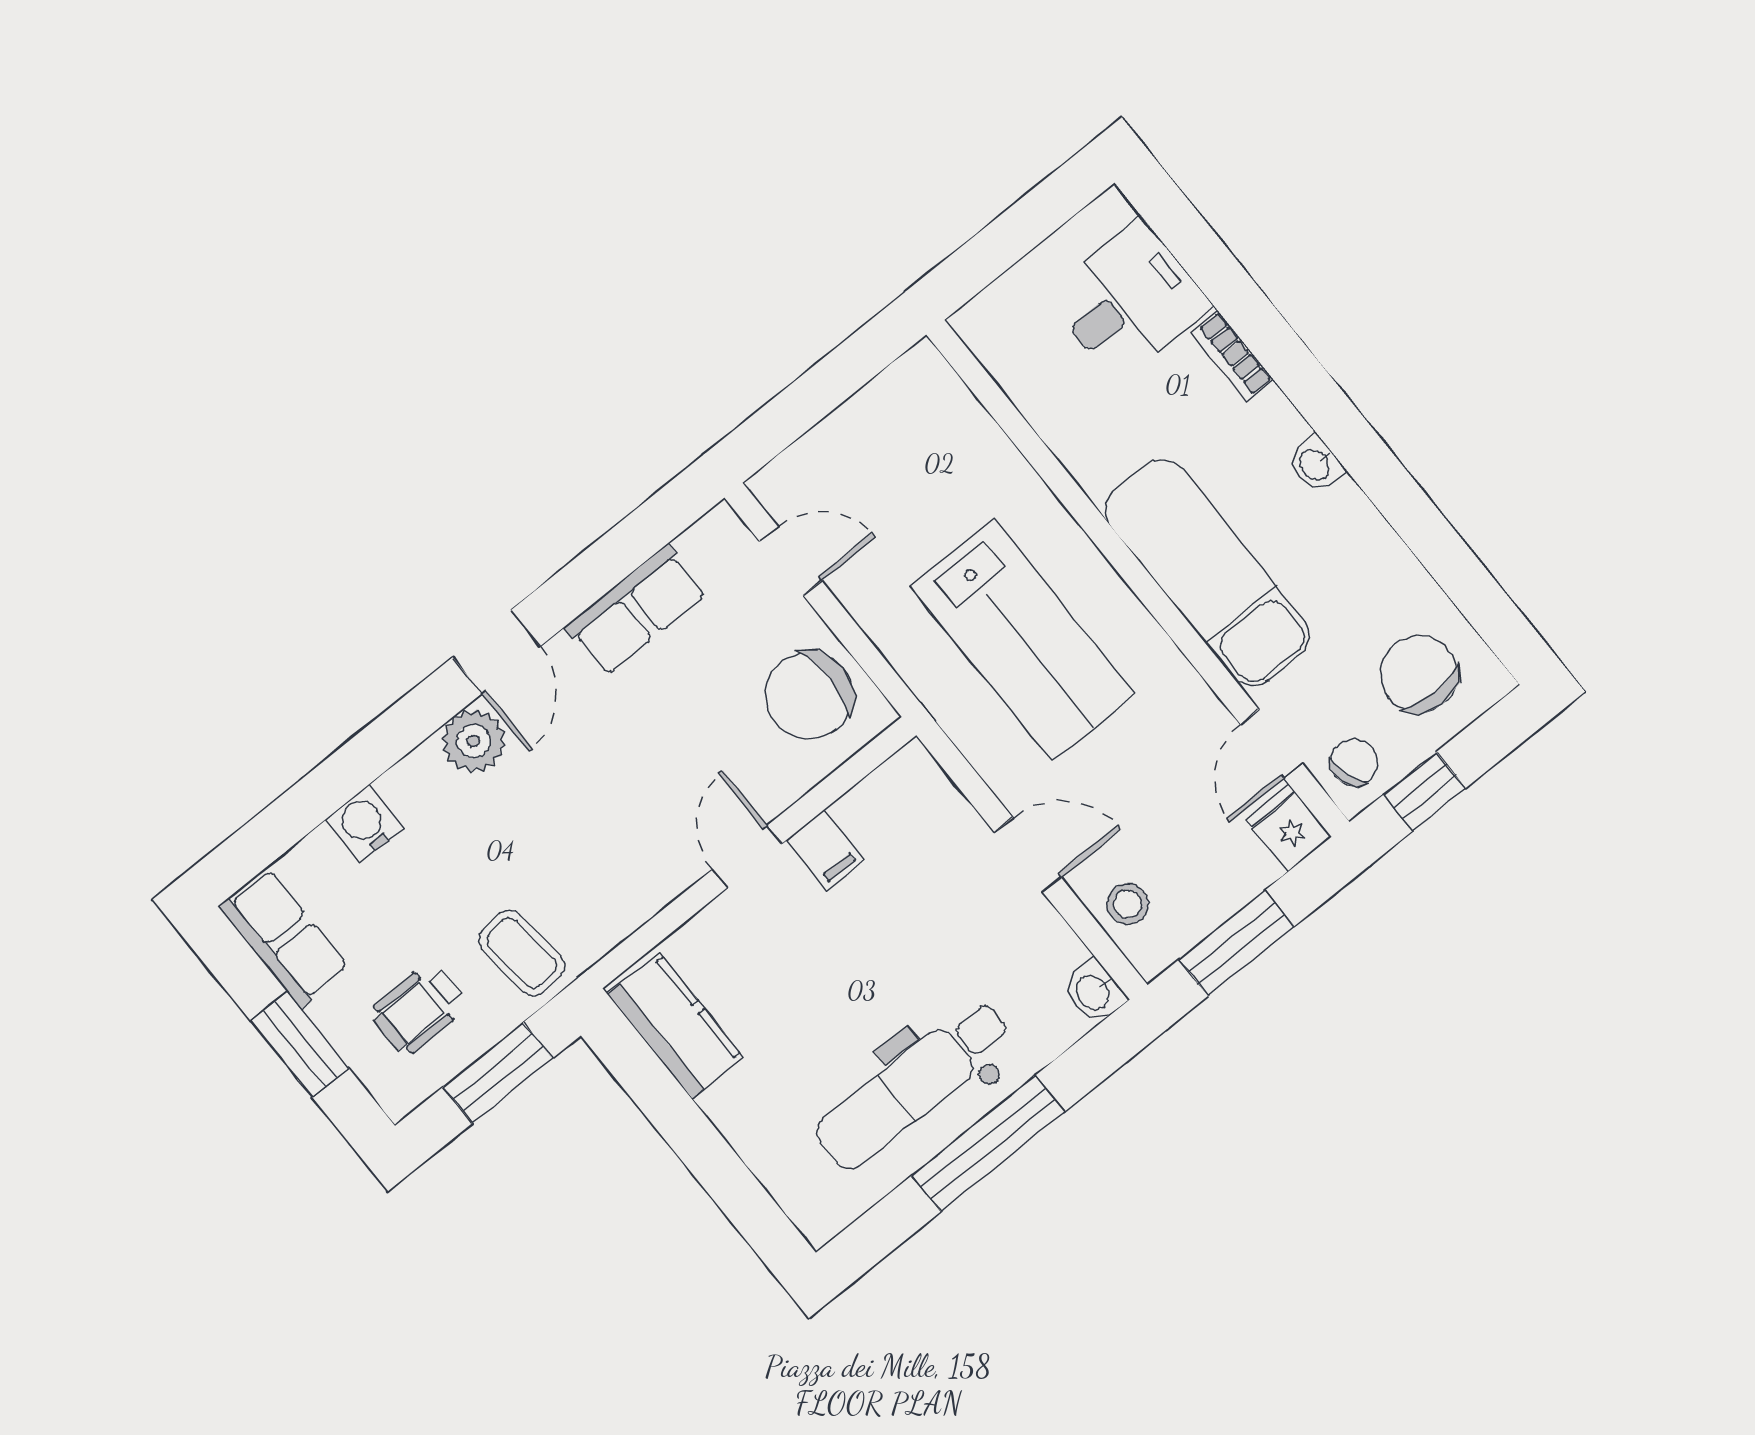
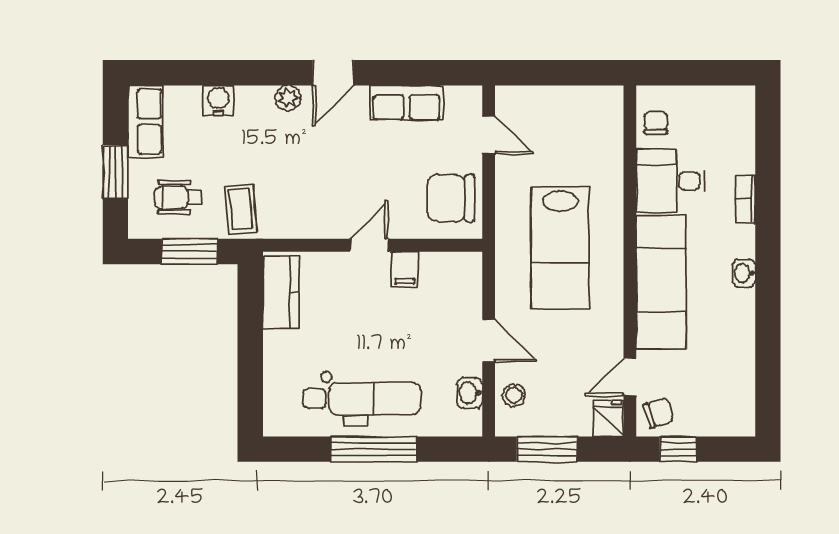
desk: (1129, 300) -> (671, 181), moved, turned 180
chair: (1419, 674) -> (656, 123), moved, width x0.54, depth x0.54
plant: (473, 741) -> (288, 98), width x0.73, depth x0.73
washbasin: (1094, 992) -> (470, 393), moved
dental chair: (913, 1084) -> (362, 399), turned 180

